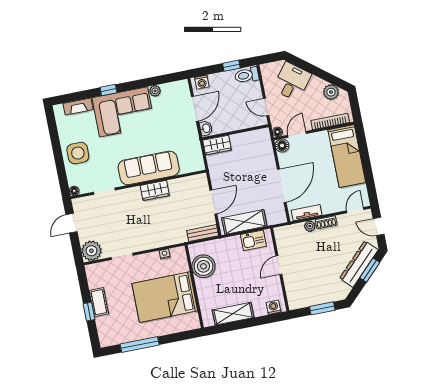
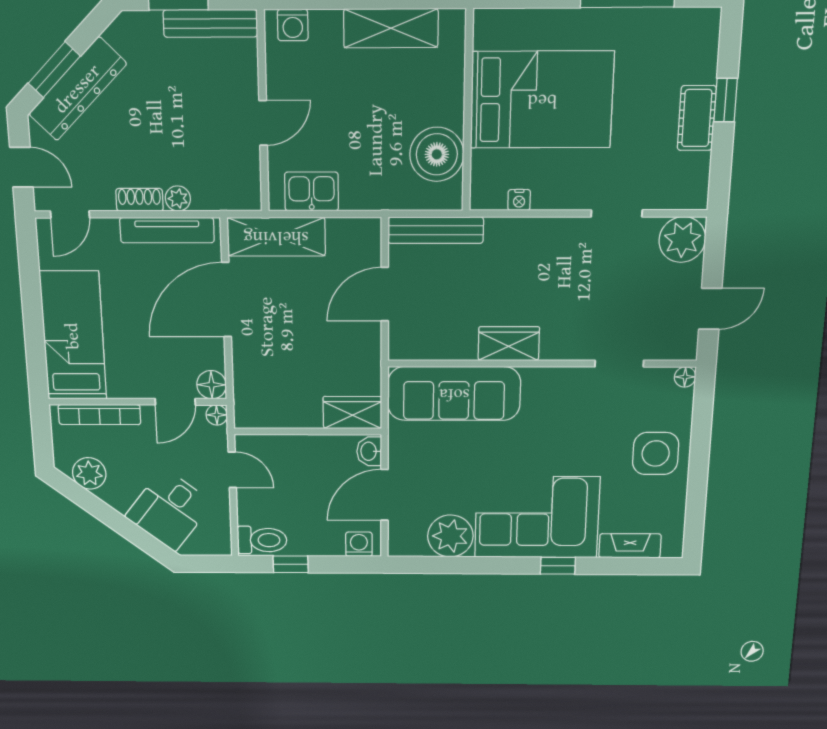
plant: (155, 91) -> (450, 536), width x1.87, depth x1.87
sofa: (149, 168) -> (454, 394), moved
tv unit: (307, 213) -> (167, 230), width x1.41
shelving: (244, 222) -> (276, 237), moved
bench: (203, 233) -> (436, 230), width x1.36
bench: (308, 301) -> (210, 23), added

